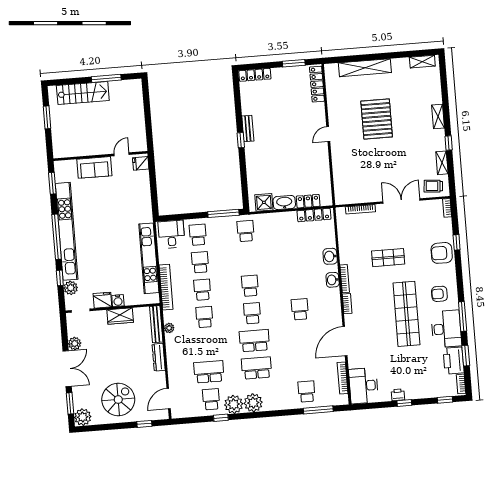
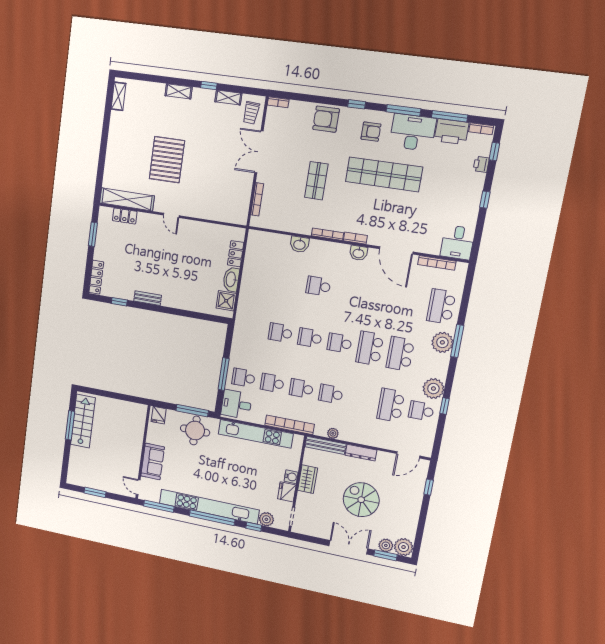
shelving: (365, 68) -> (127, 199), moved, turned 90
locker: (317, 84) -> (125, 216), width x0.66
stairs: (83, 93) -> (83, 421), moved
pallet: (377, 119) -> (167, 160), turned 90
window: (241, 140) -> (119, 302), moved
door: (122, 154) -> (138, 487), moved
window: (52, 183) -> (159, 506), width x1.44
window: (154, 194) -> (192, 411), added
round table: (136, 201) -> (195, 430), added
window: (223, 213) -> (224, 374), moved
locker: (314, 215) -> (251, 251), removed
school desk: (246, 231) -> (280, 333), moved
window: (457, 242) -> (357, 104), moved
armchair: (442, 253) -> (326, 119), turned 90
washbasin: (333, 280) -> (358, 253), moved
armchair: (439, 294) -> (371, 132), turned -90
school desk: (300, 309) -> (318, 286), moved
plant: (75, 343) -> (386, 545), moved
window: (466, 356) -> (450, 116), width x1.44
desk: (364, 386) -> (458, 242), width x0.73
school desk: (307, 392) -> (441, 306), width x1.85
printer: (398, 395) -> (481, 164), moved
door: (169, 399) -> (408, 455), hinge flipped
spiral stairs: (118, 400) -> (361, 500), moved
plant: (253, 403) -> (442, 342), moved
window: (318, 410) -> (457, 341), moved

